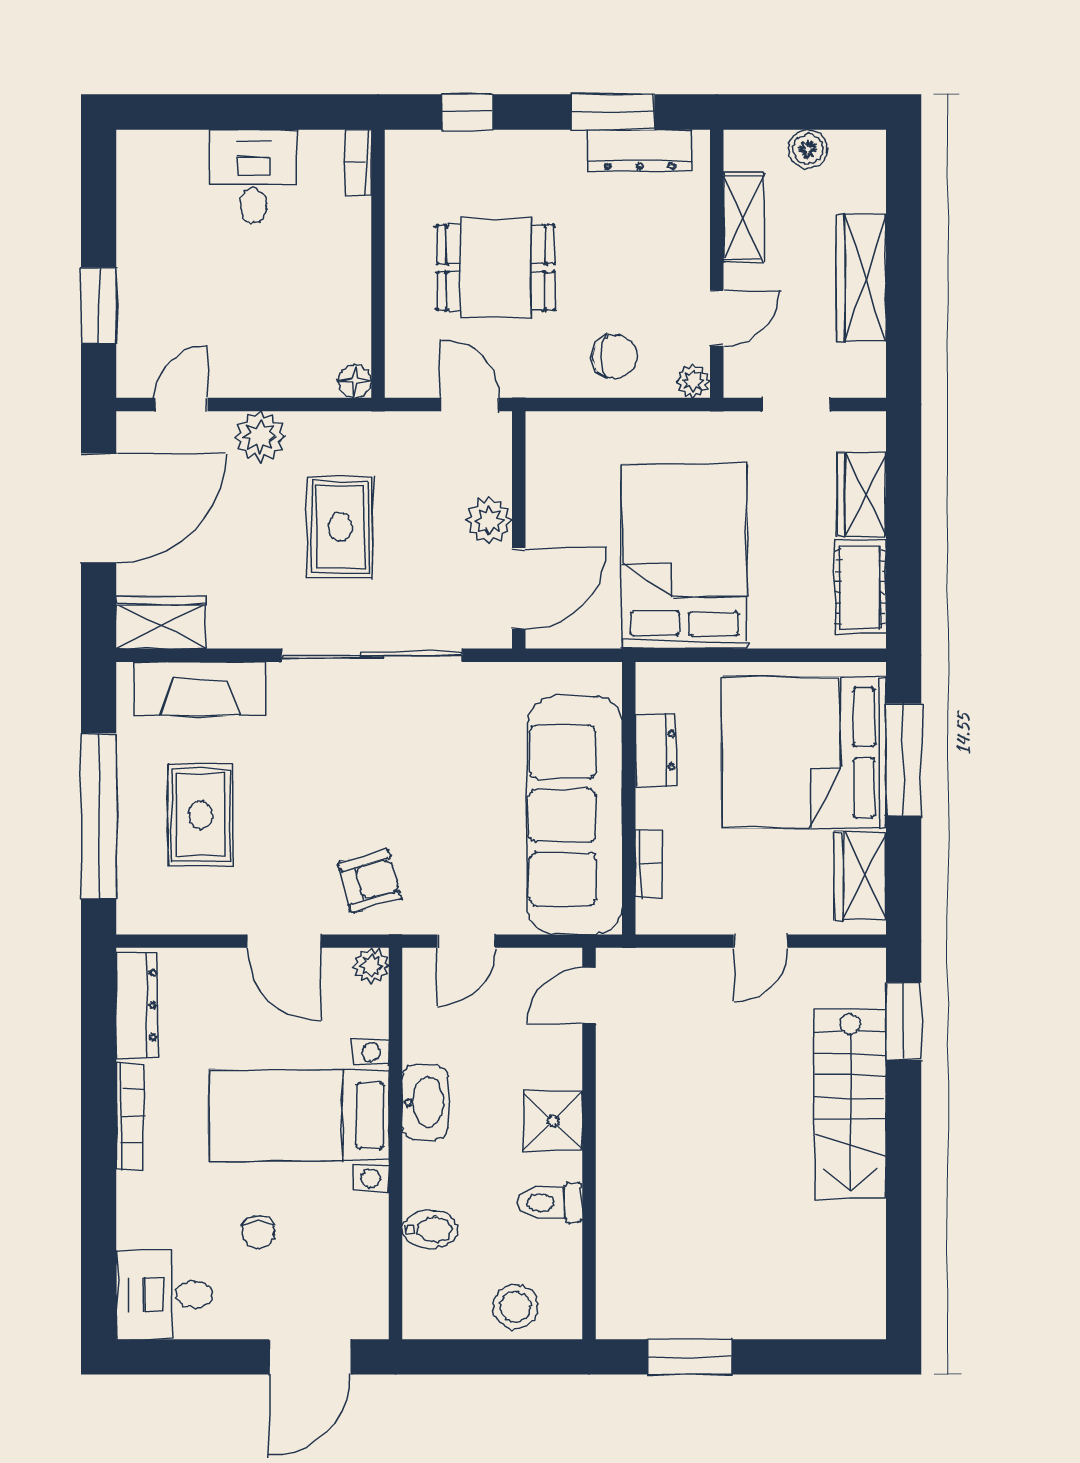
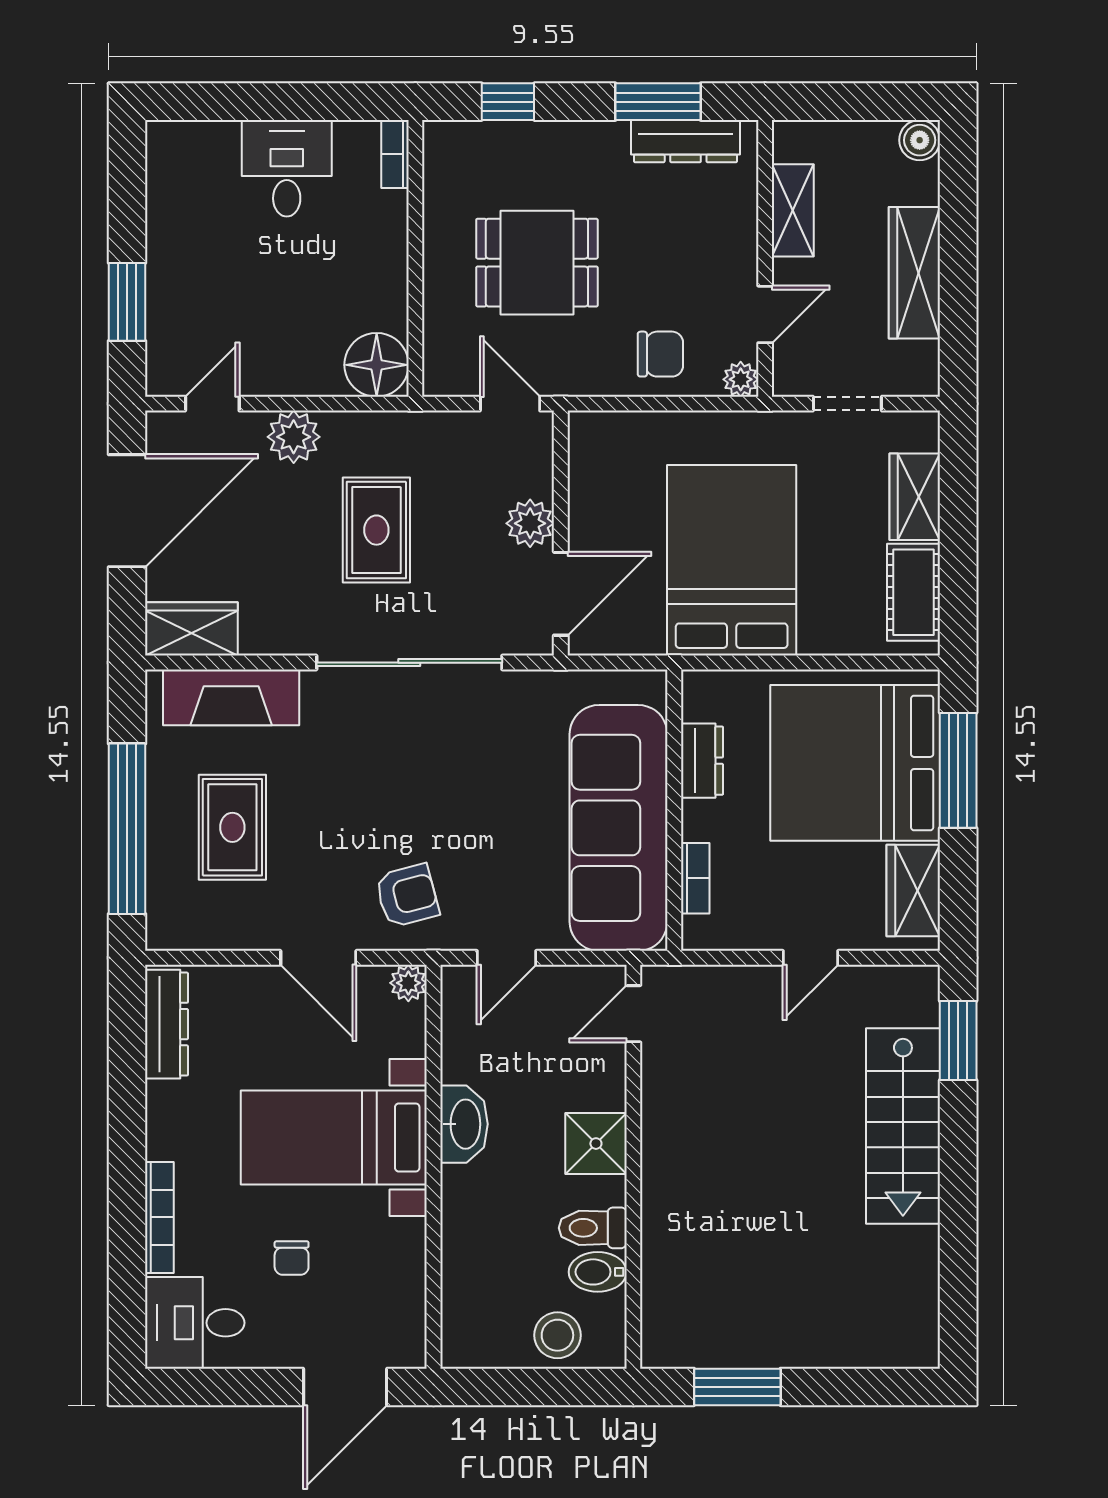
boiler: (808, 149) -> (920, 140), moved
floor lamp: (355, 381) -> (377, 365), width x1.89, depth x1.89
bookcase: (130, 1116) -> (159, 1217), moved
bidet: (430, 1229) -> (598, 1272), moved, turned 180

